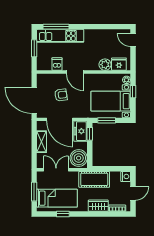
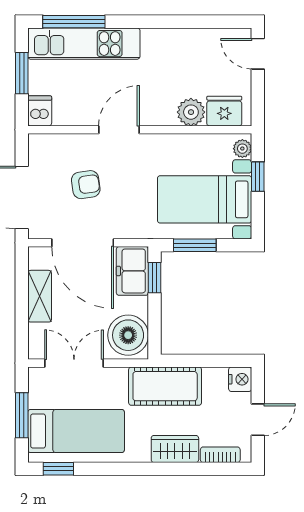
dishwasher: (57, 64) -> (40, 111), moved
door: (75, 72) -> (119, 130), swing flipped
window: (63, 214) -> (58, 469), moved

